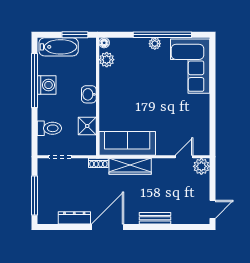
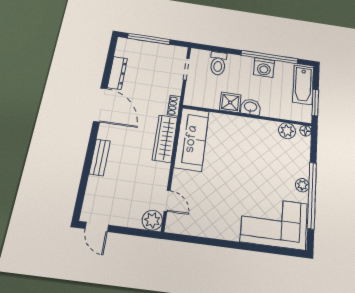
shower: (87, 126) -> (230, 102), moved

